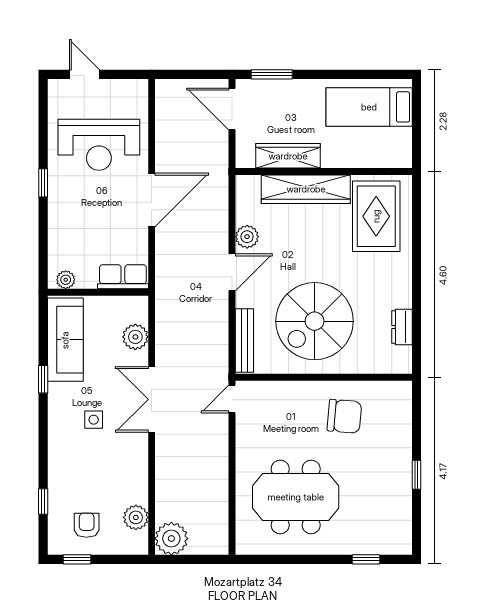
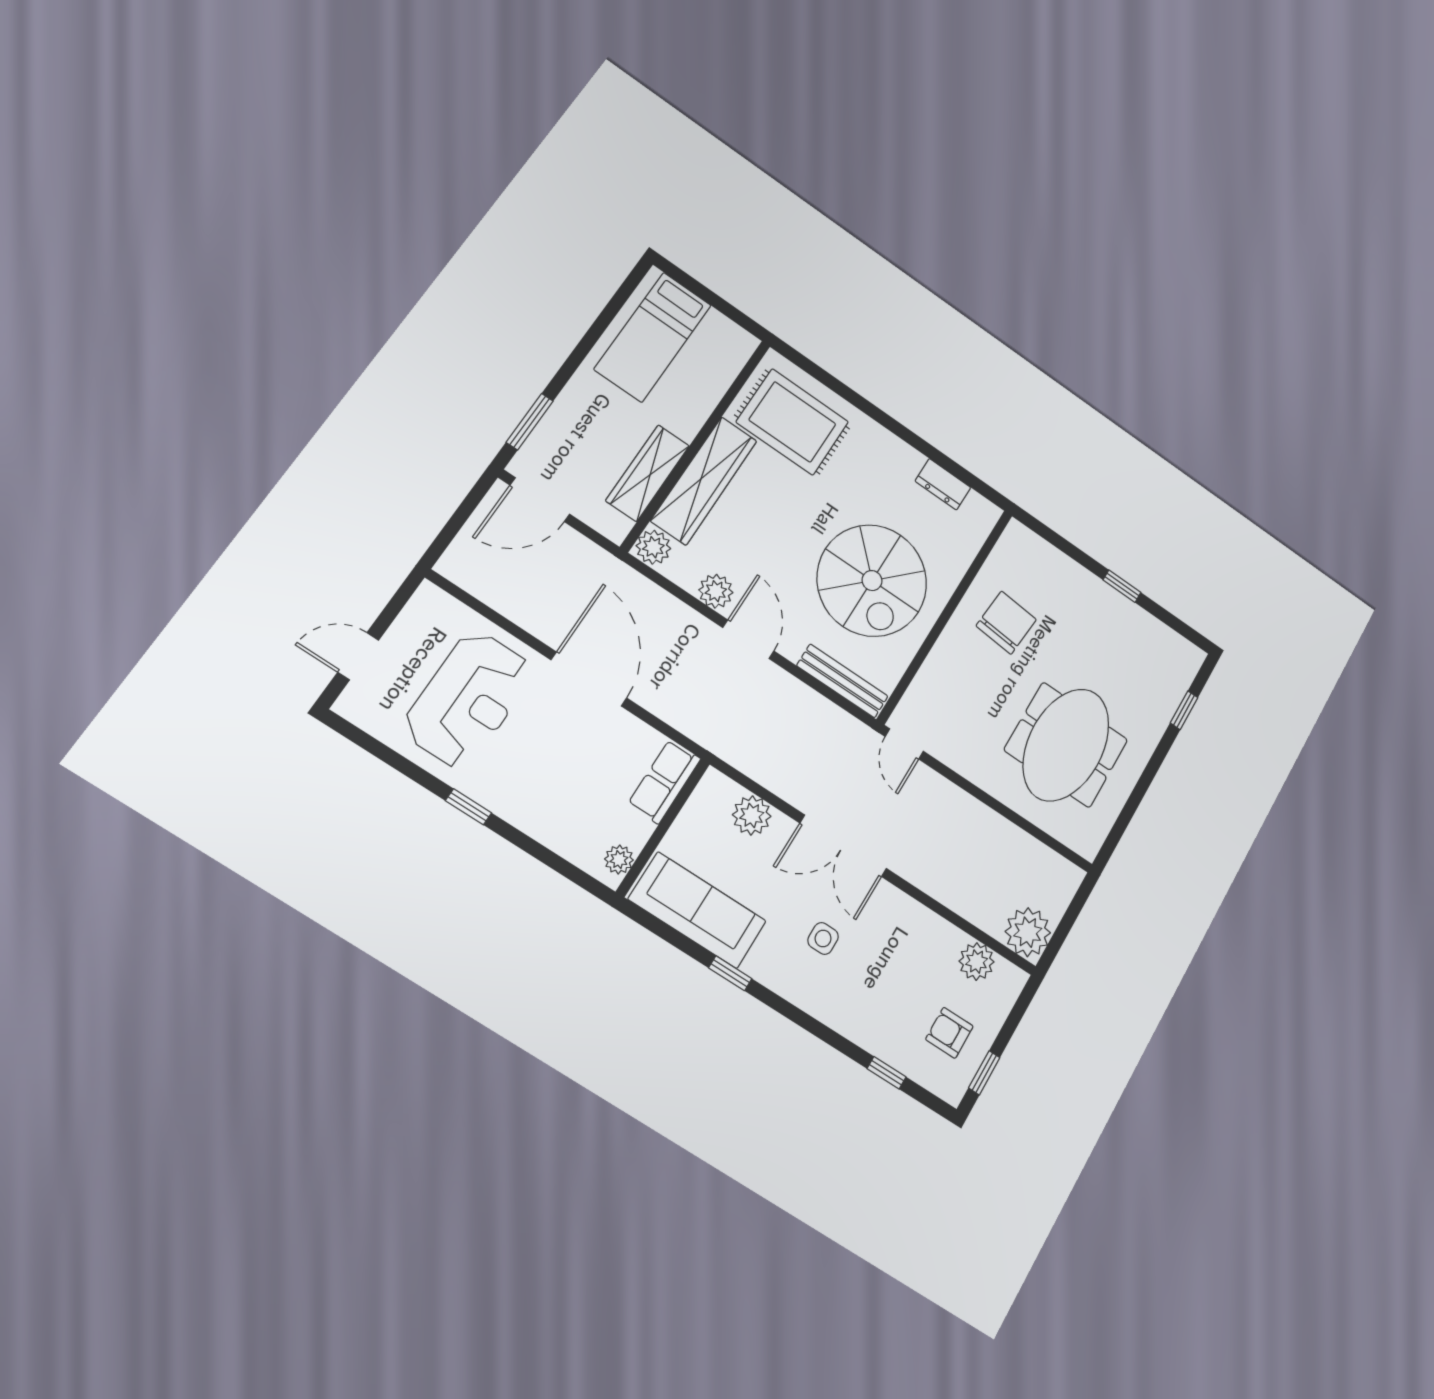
plant: (248, 187) -> (653, 547), added

